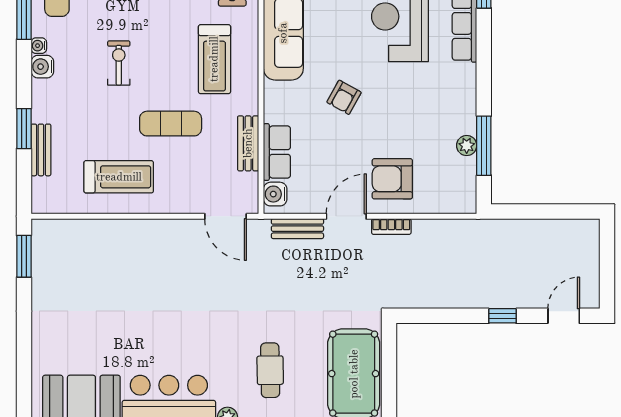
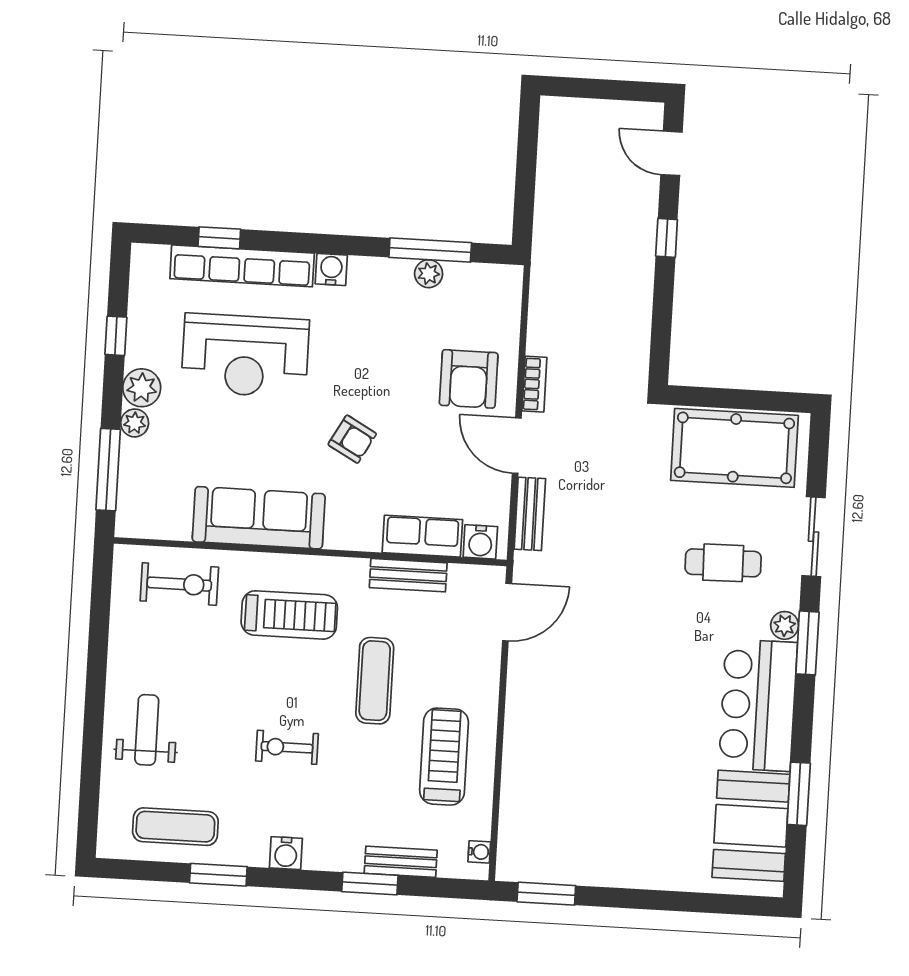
water cooler: (39, 46) -> (479, 852), moved, turned -90
water cooler: (466, 75) -> (331, 269), added

